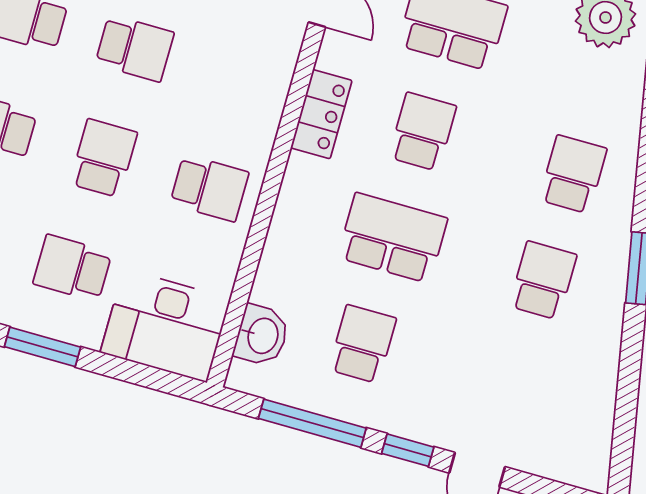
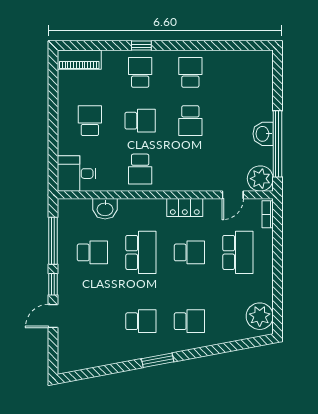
desk: (165, 326) -> (77, 174), width x0.73
washbasin: (262, 335) -> (105, 209), moved
window: (43, 347) -> (53, 117), removed

